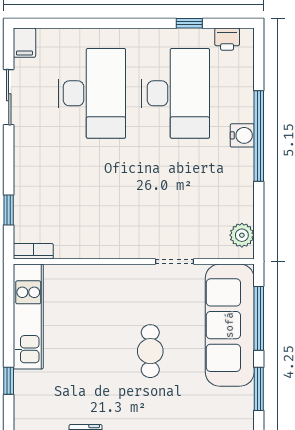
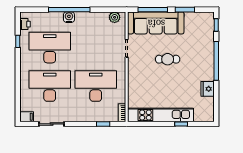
desk: (92, 194) -> (96, 86), added
kitchen unit: (28, 317) -> (161, 115), width x1.36

